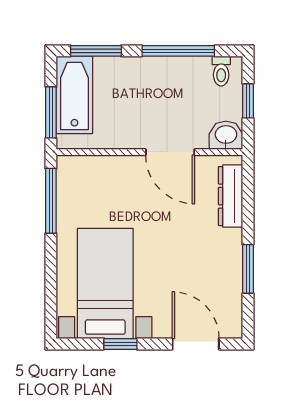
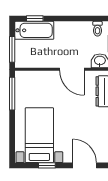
window: (96, 51) -> (35, 19), width x0.67
window: (178, 51) -> (76, 19), removed
bathtub: (74, 95) -> (34, 30), moved, turned 90

